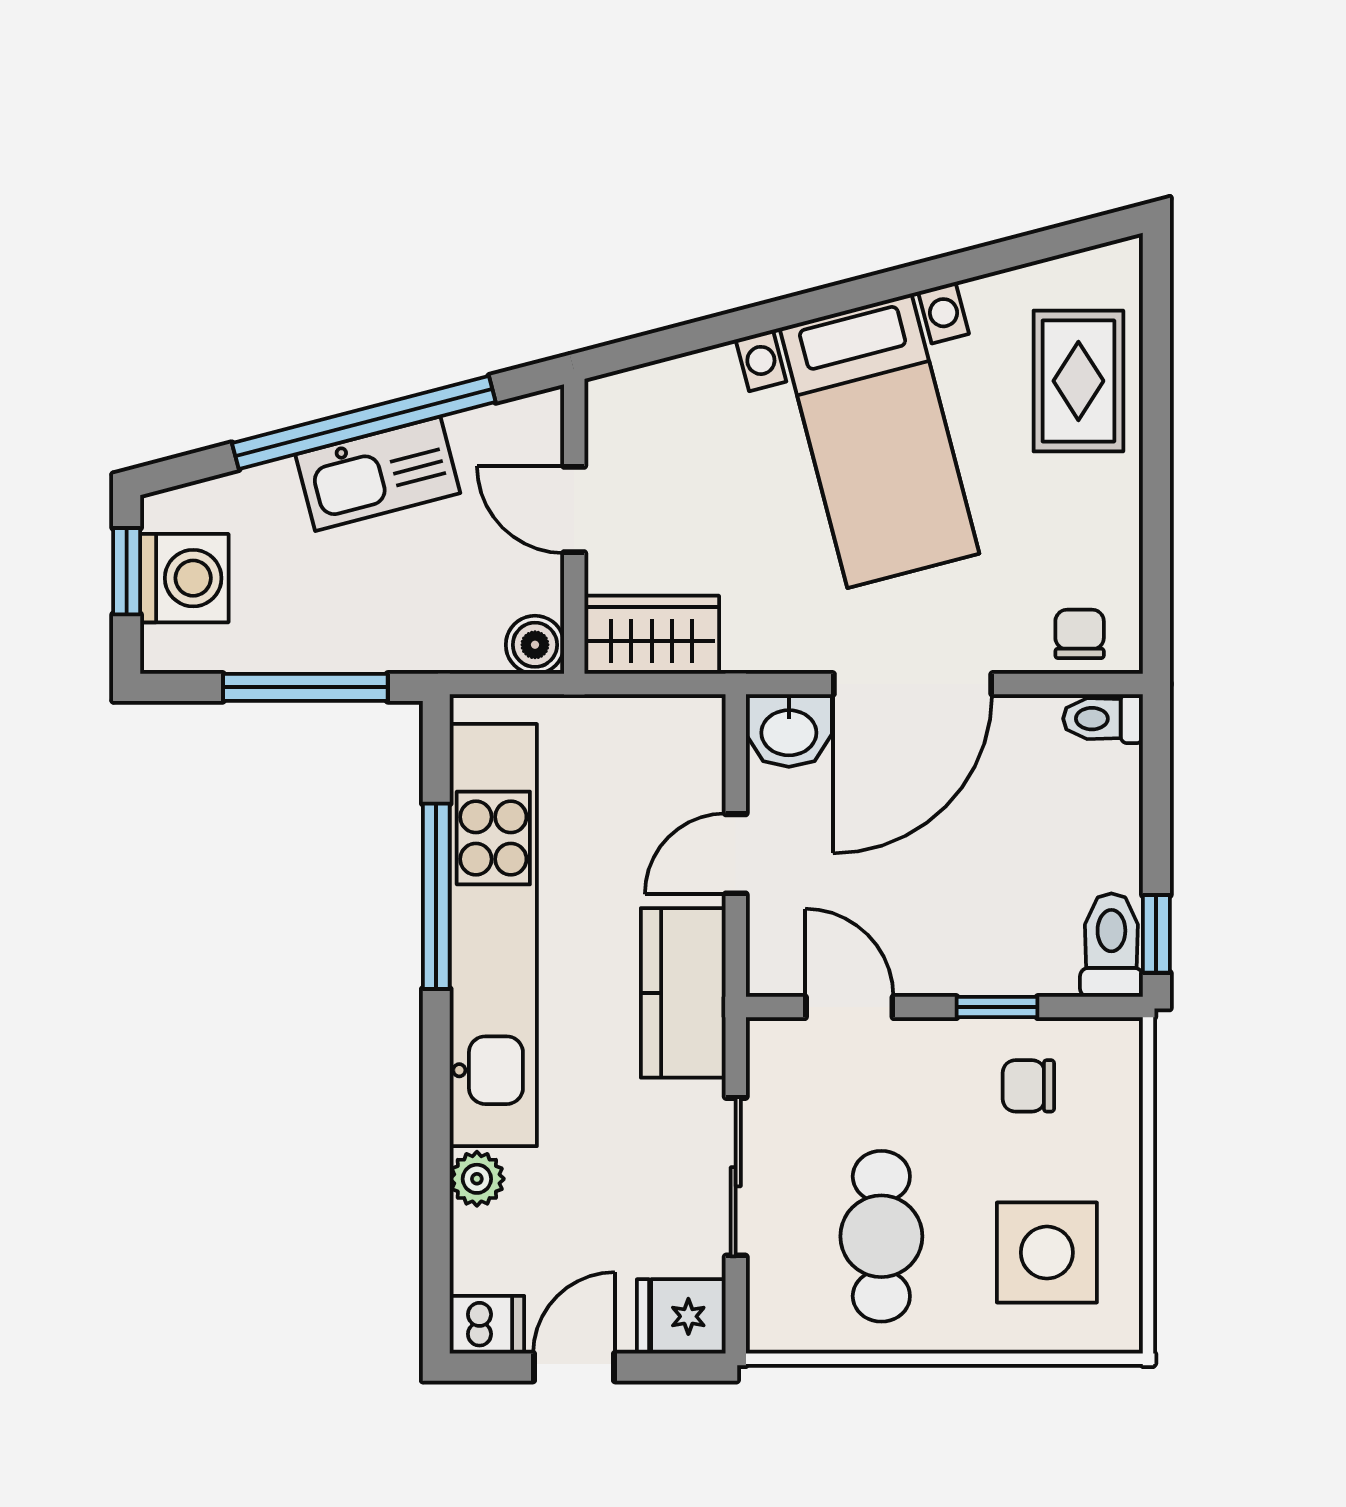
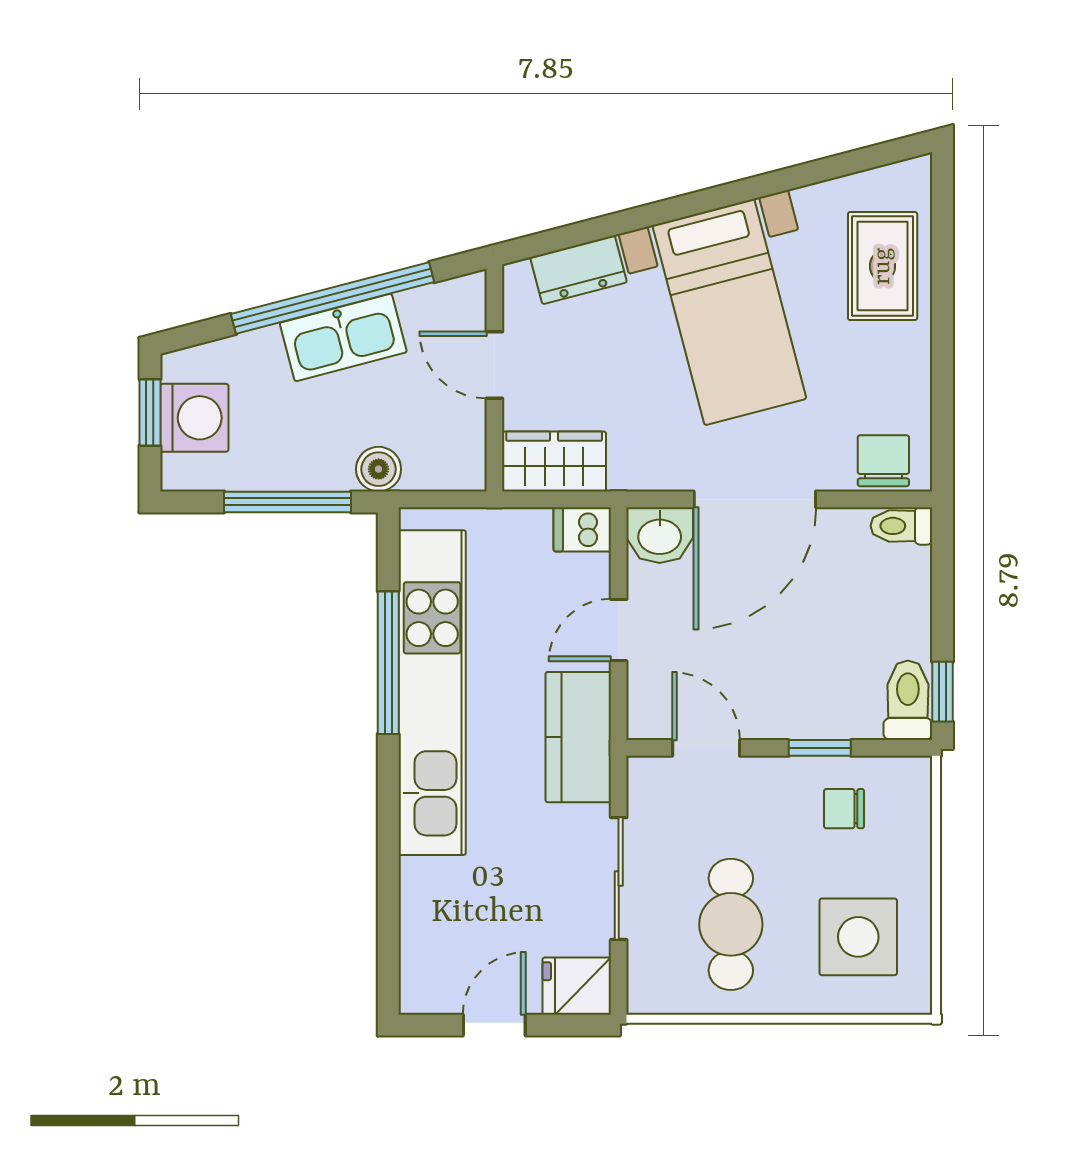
dresser: (683, 386) -> (579, 270), added
chair: (1080, 634) -> (883, 461), width x1.37, depth x1.37
boiler: (535, 645) -> (379, 469), moved
plant: (477, 1179) -> (419, 880), removed
dishwasher: (487, 1325) -> (582, 529), moved, turned 180

